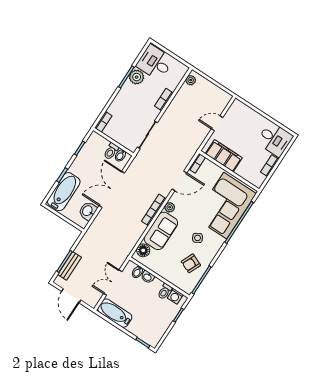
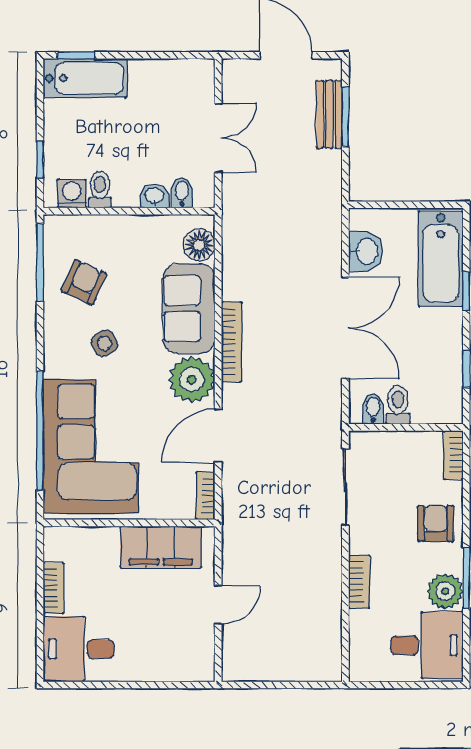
plant: (191, 80) -> (330, 657), removed
armchair: (125, 102) -> (436, 524), added
plant: (170, 207) -> (192, 380), width x1.88, depth x1.88
bathtub: (115, 313) -> (85, 78), moved

